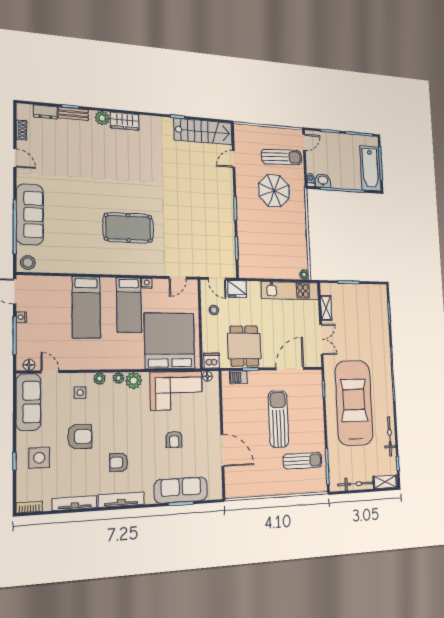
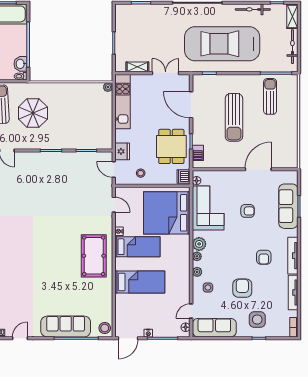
pool table: (128, 228) -> (94, 256), moved
door: (217, 279) -> (114, 170), swing flipped
dining table: (244, 346) -> (171, 146), turned 90
sun lounger: (278, 419) -> (234, 117), turned -90

